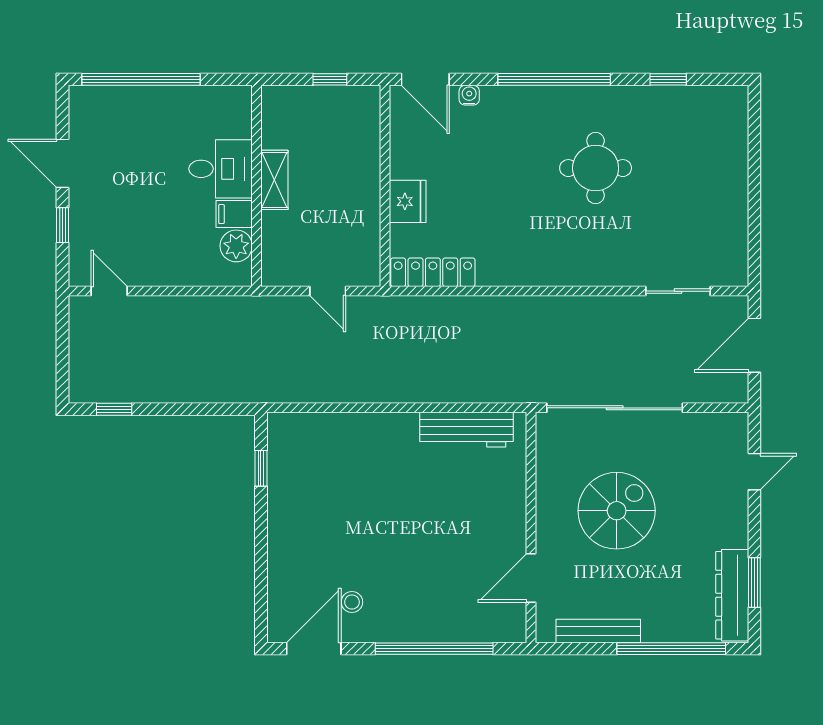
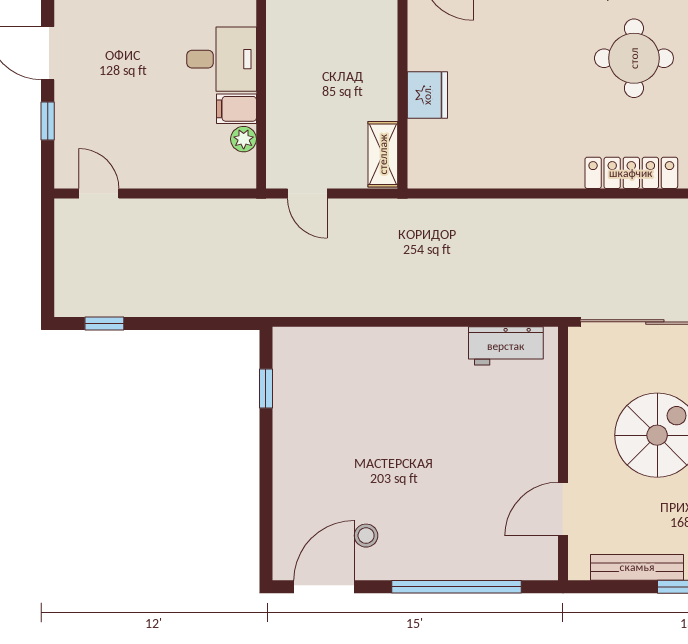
shelving: (274, 180) -> (383, 154), moved
plant: (236, 246) -> (244, 139), width x0.73, depth x0.73
locker: (433, 272) -> (631, 173), moved
door: (328, 291) -> (307, 193), moved
workbench: (466, 430) -> (506, 346), width x0.73

